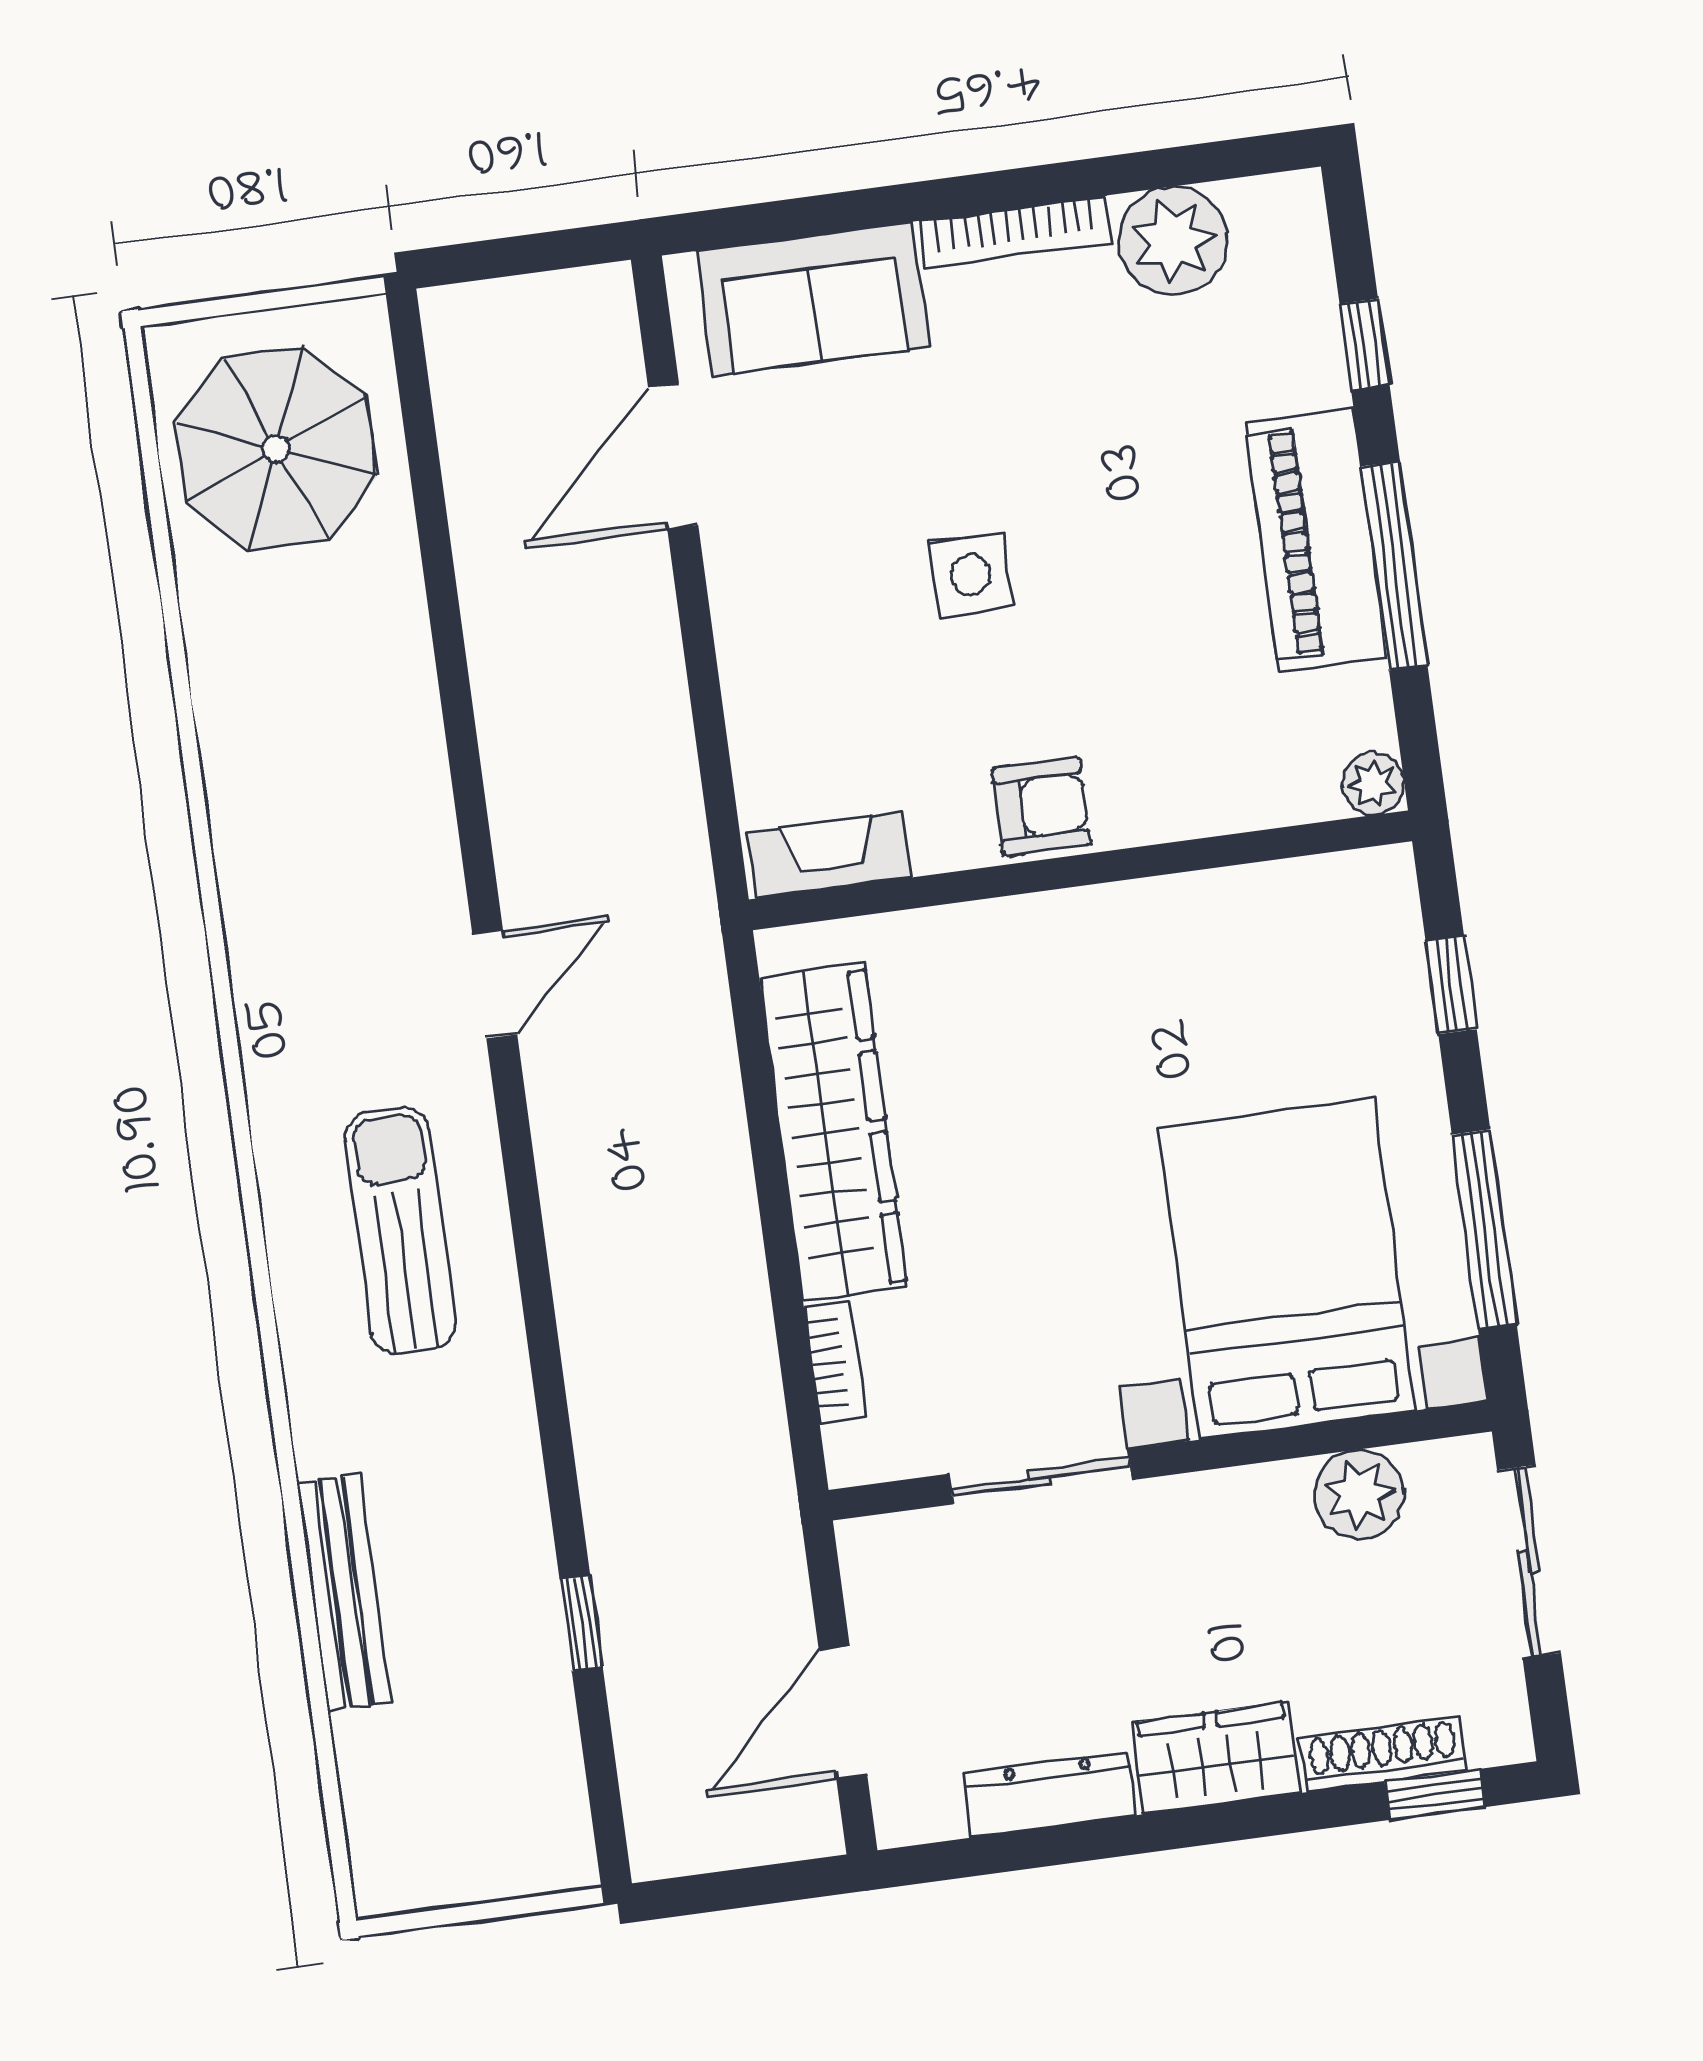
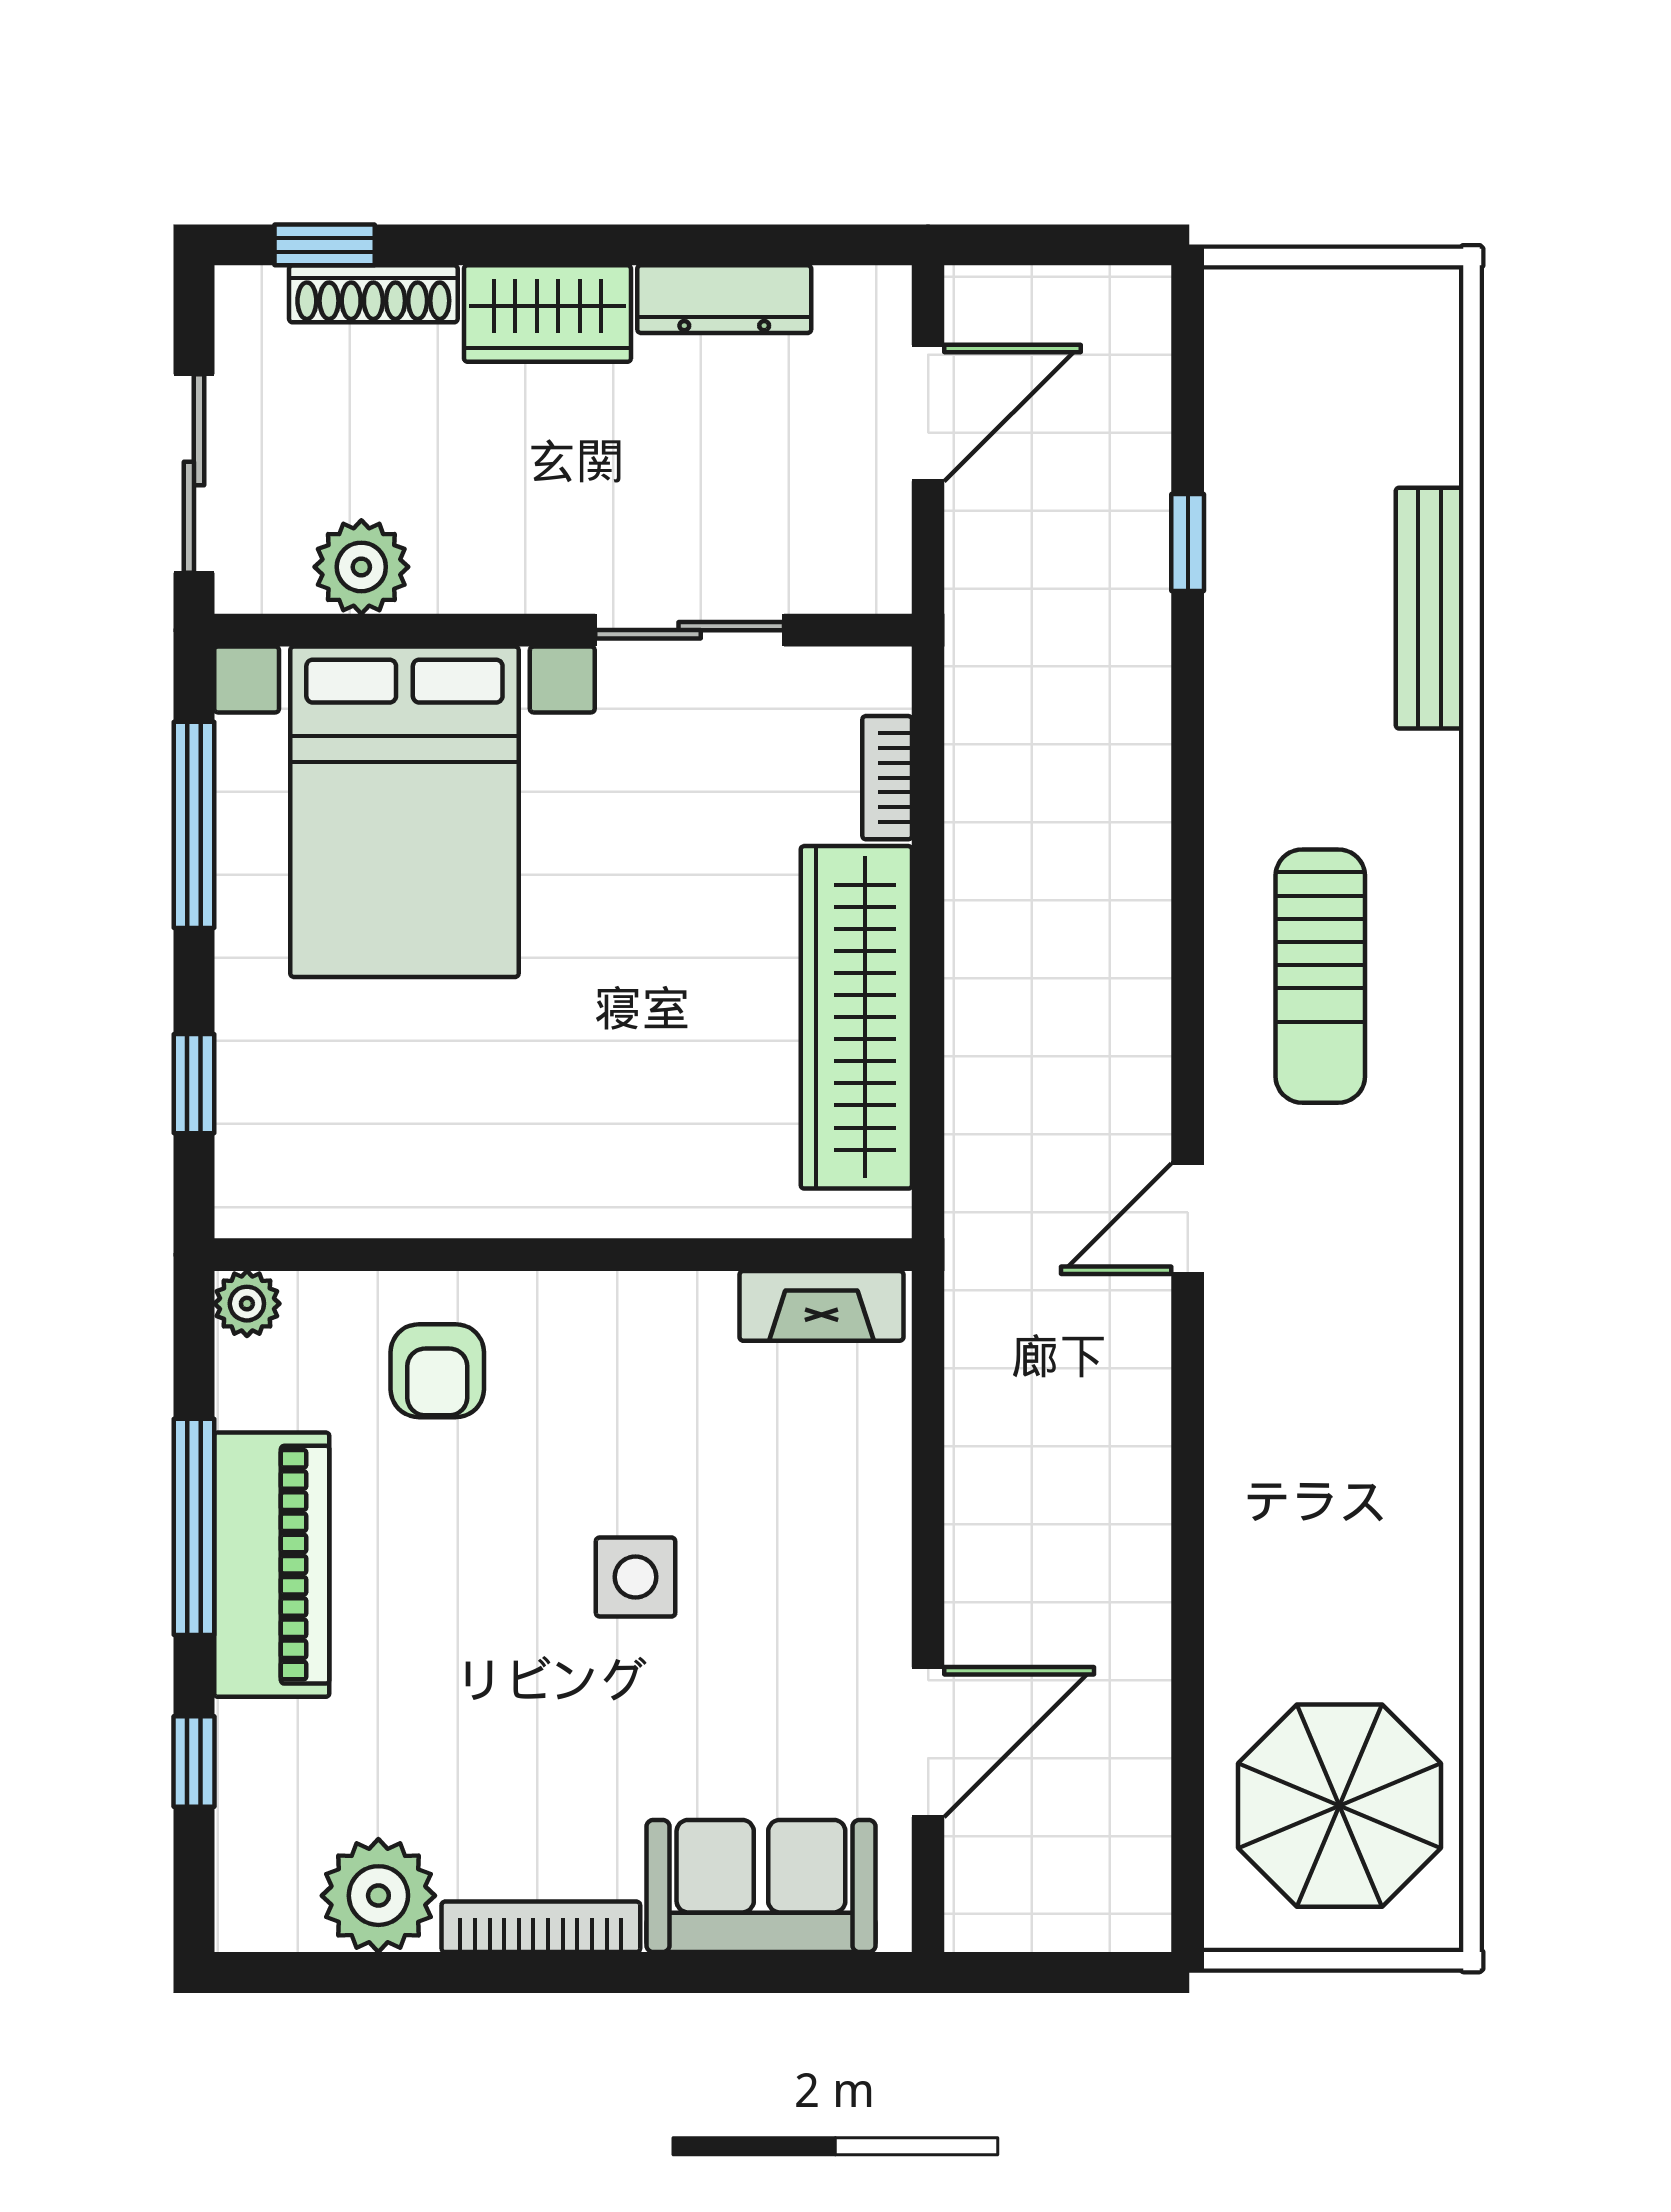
armchair: (1042, 807) -> (437, 1371), moved, turned -90

